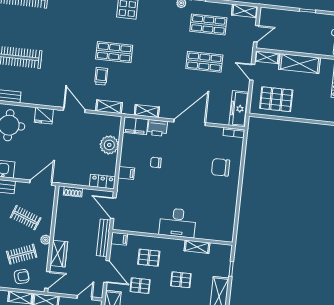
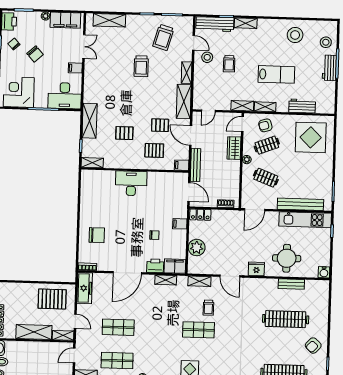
shelving: (197, 247) -> (92, 163), moved

